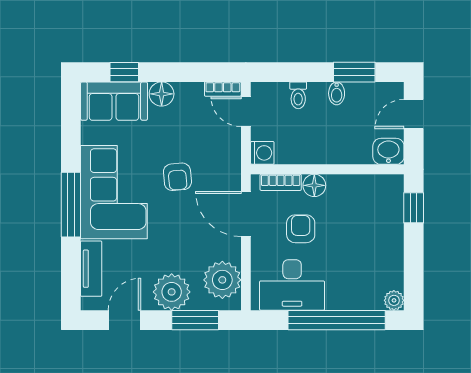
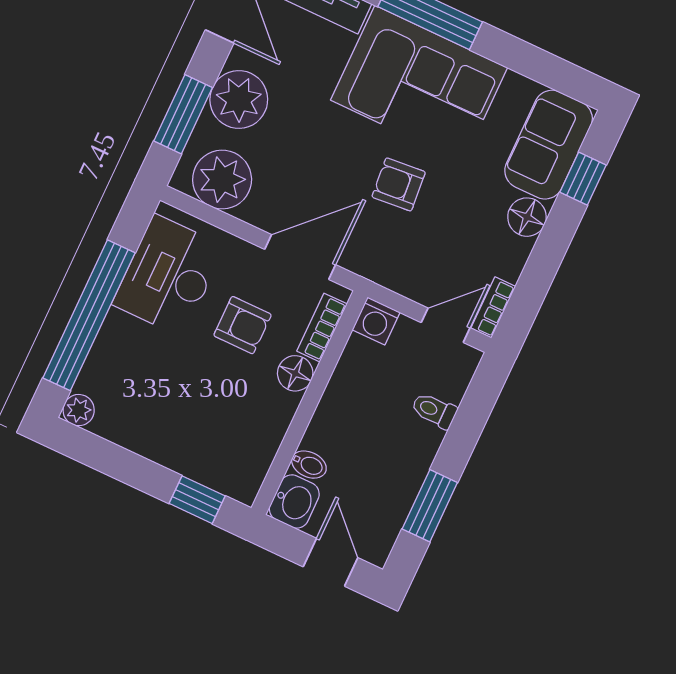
bidet: (337, 93) -> (309, 465), moved, turned 180

